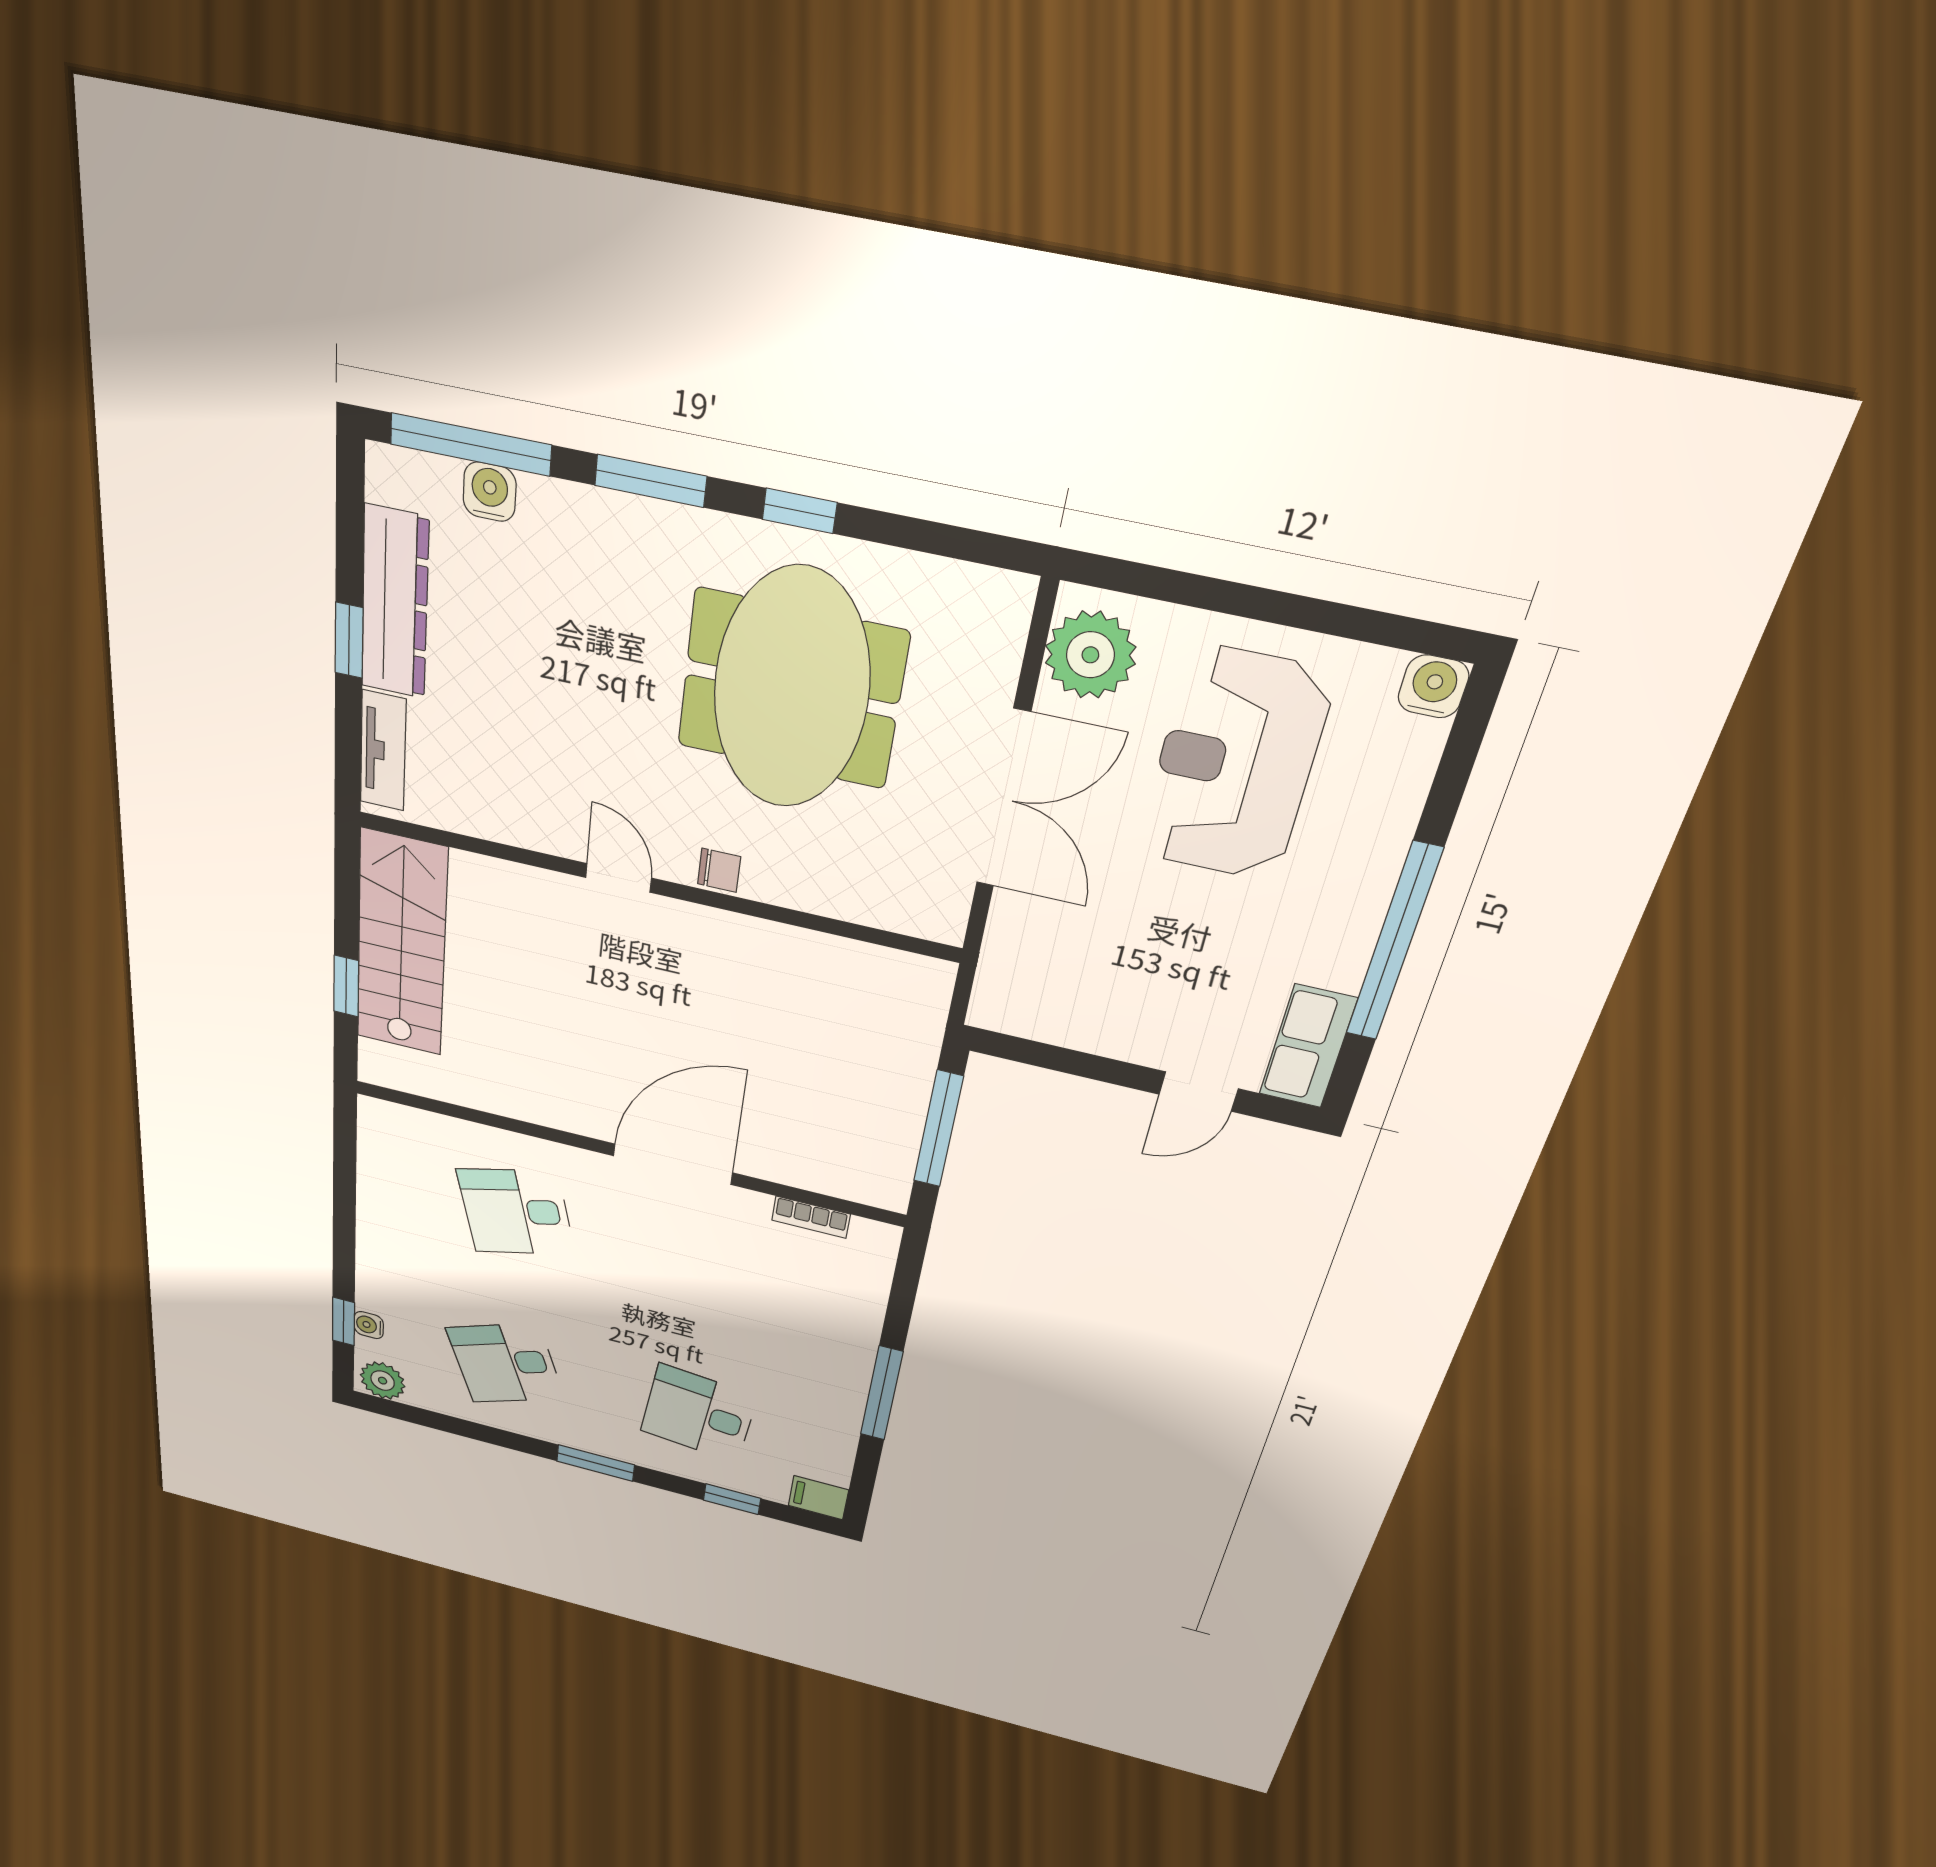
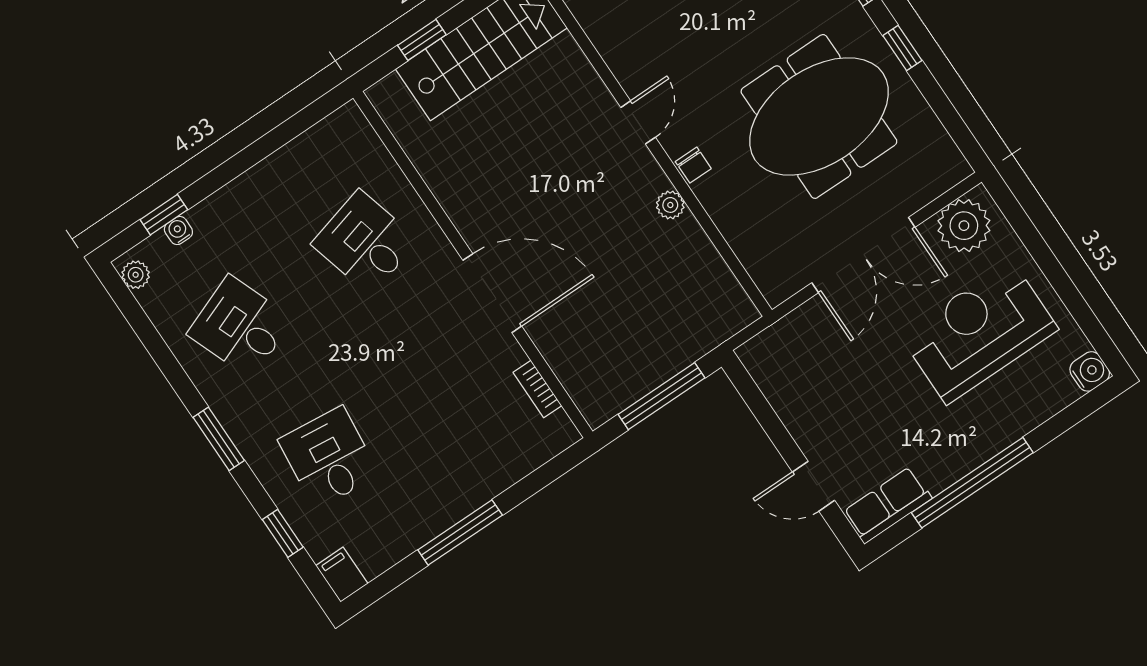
plant: (742, 933) -> (670, 205), added
plant: (383, 1381) -> (136, 275), width x0.73, depth x0.73

